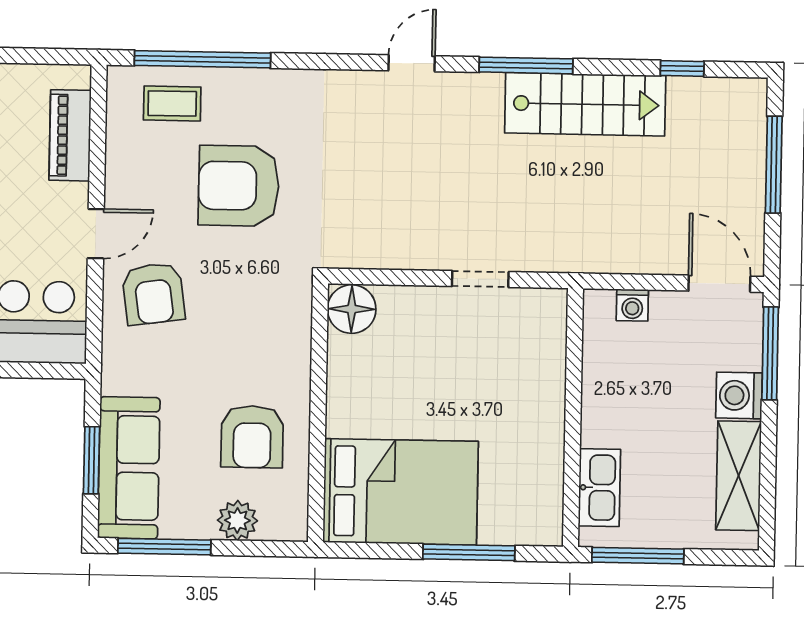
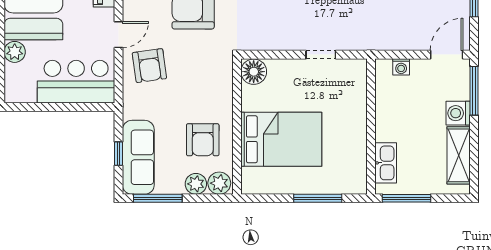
door: (719, 284) -> (447, 55), hinge flipped
window: (91, 460) -> (119, 154), width x0.67
bed: (401, 492) -> (281, 139), moved
plant: (282, 520) -> (219, 183), added

